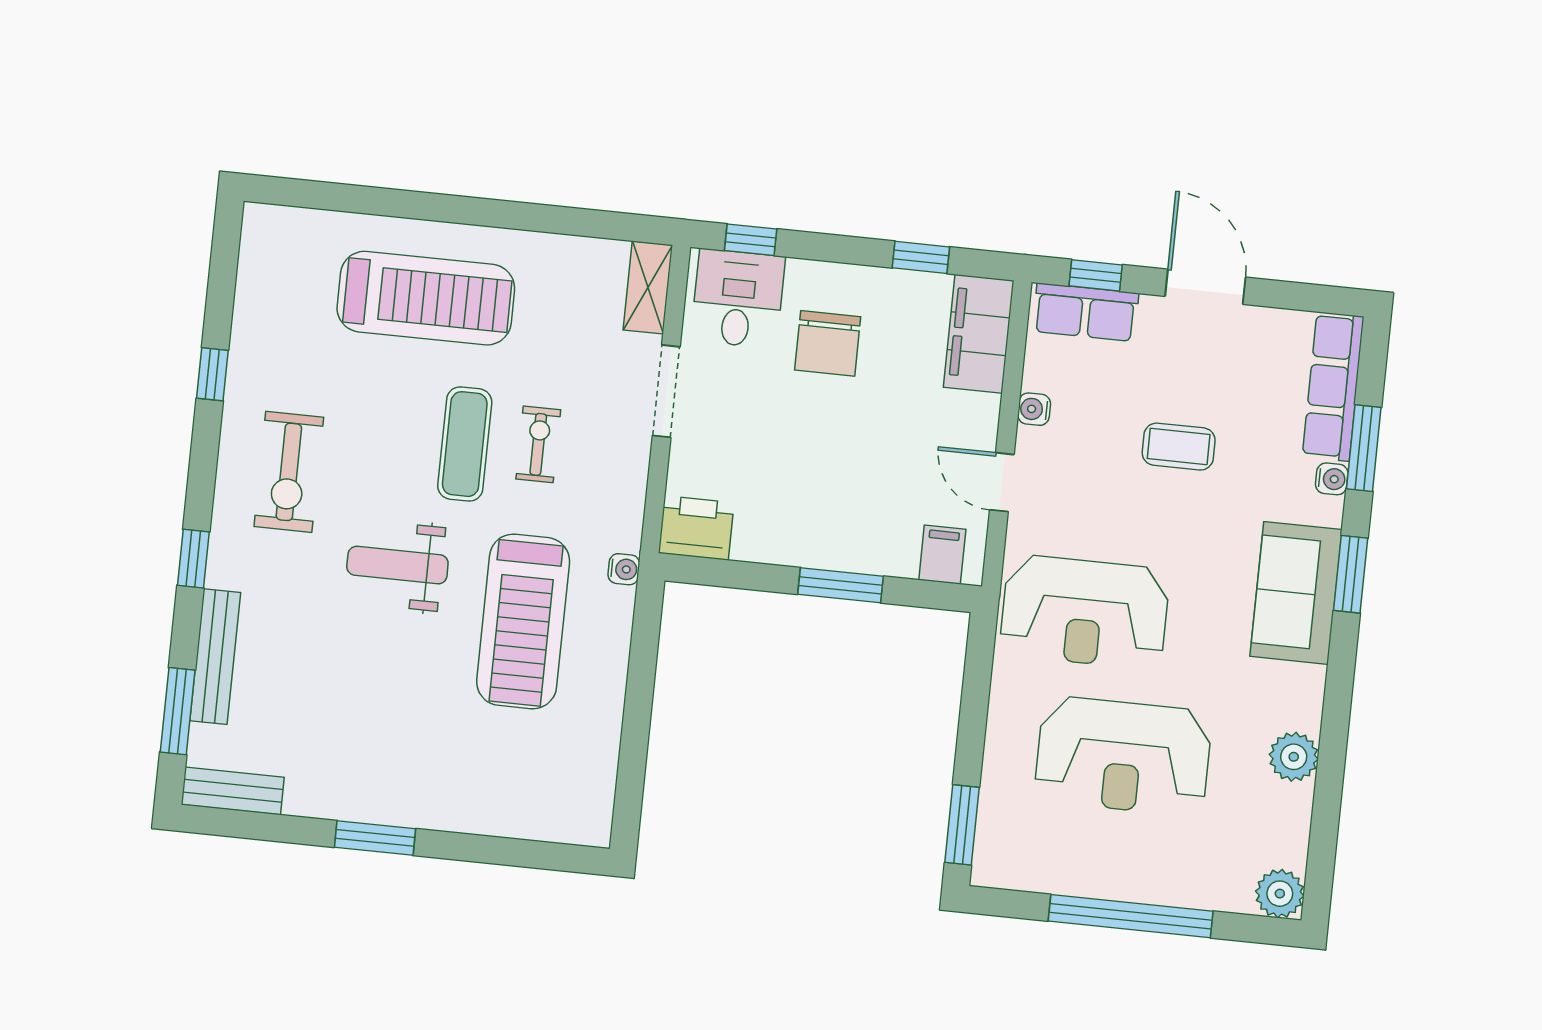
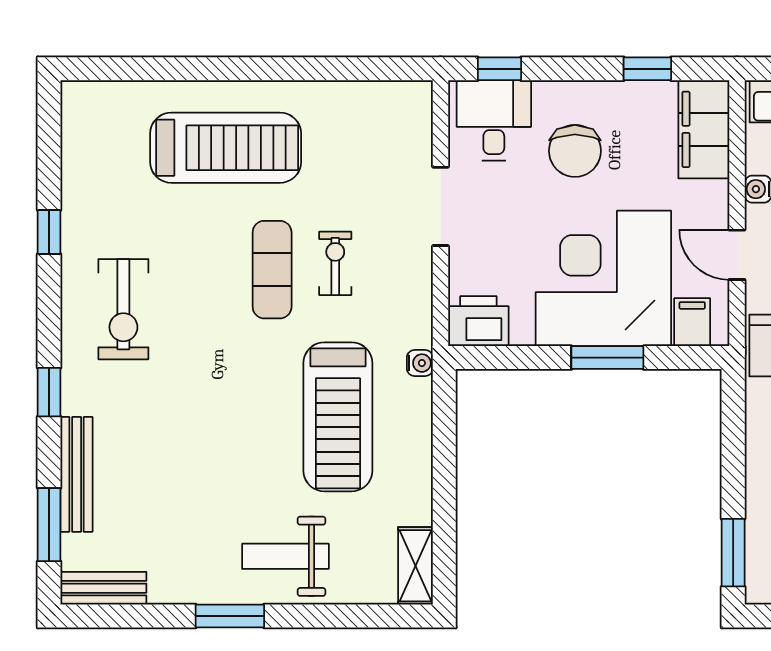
shelving: (648, 288) -> (415, 566), moved
corner desk: (845, 494) -> (603, 278), added
weight bench: (397, 565) -> (285, 556), moved

